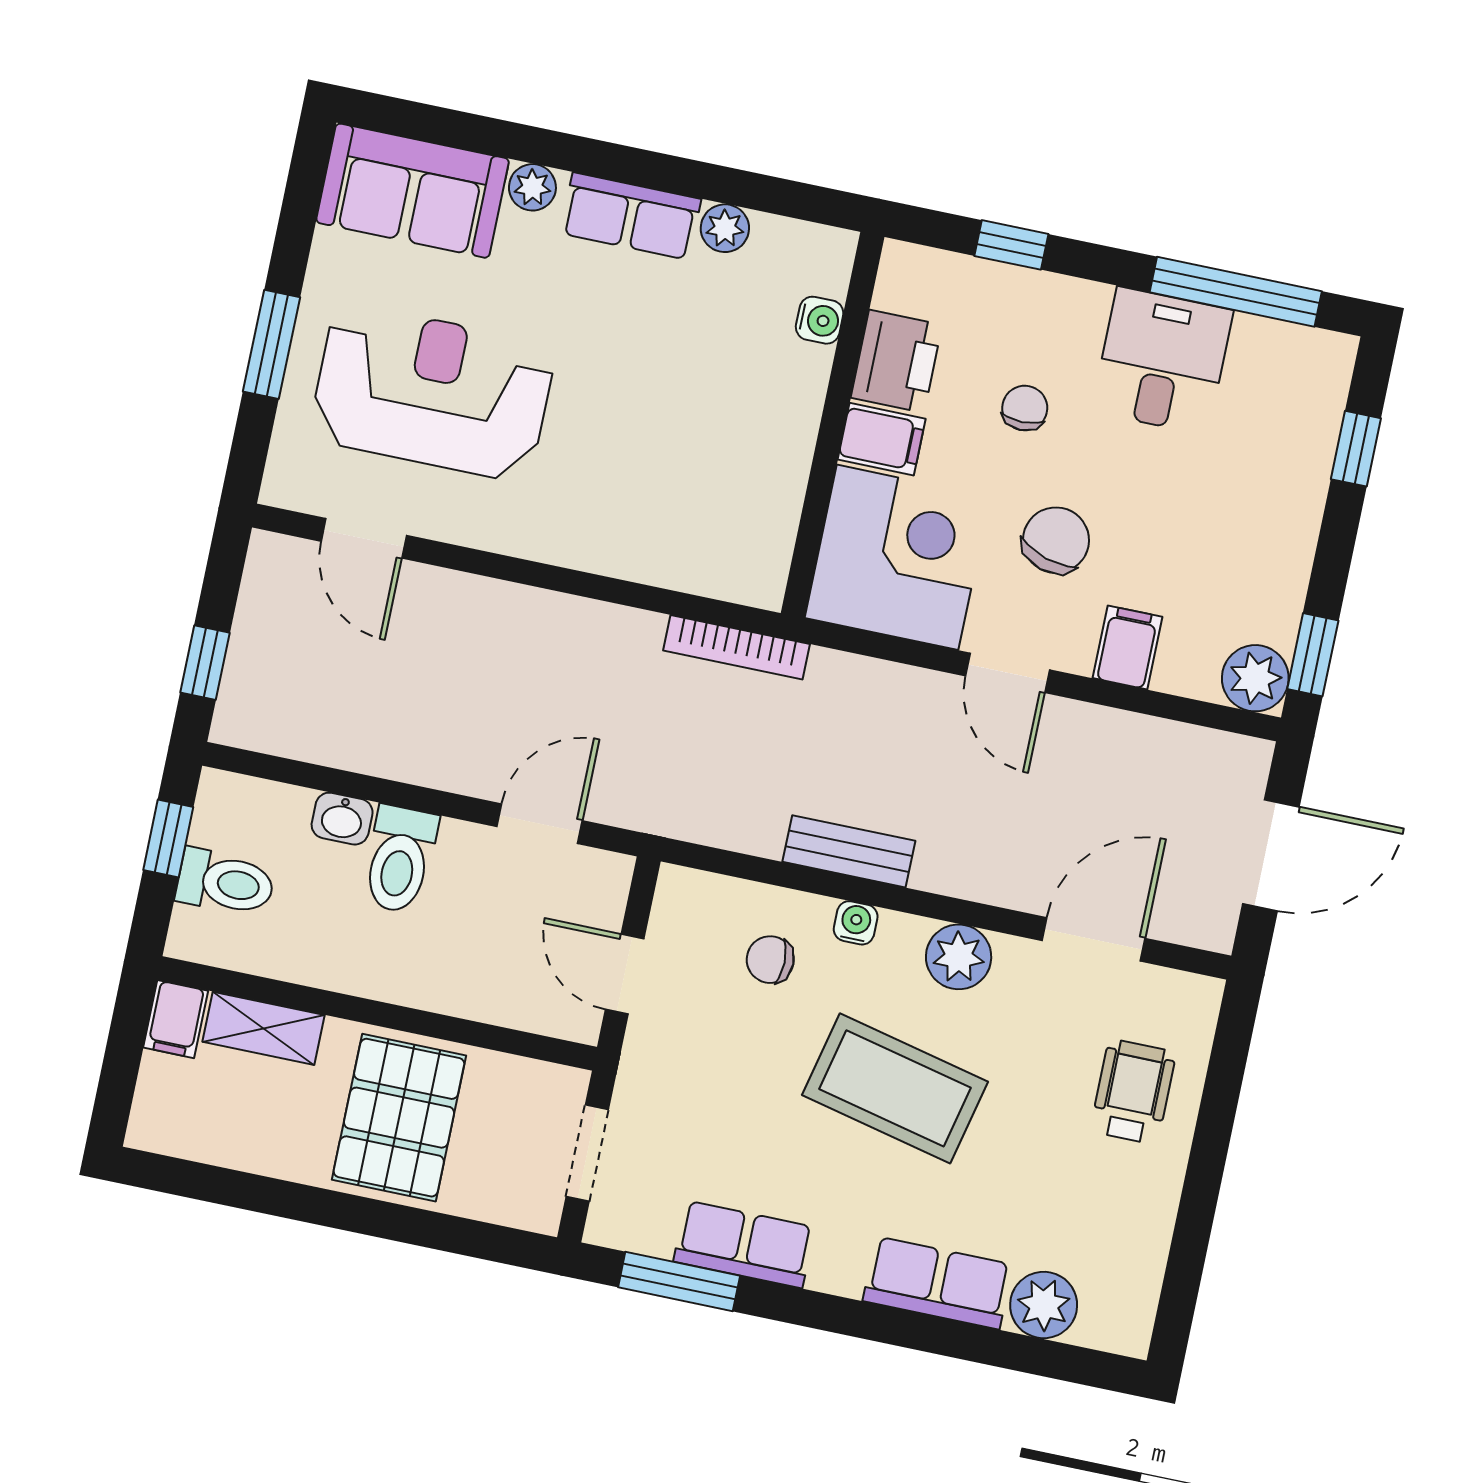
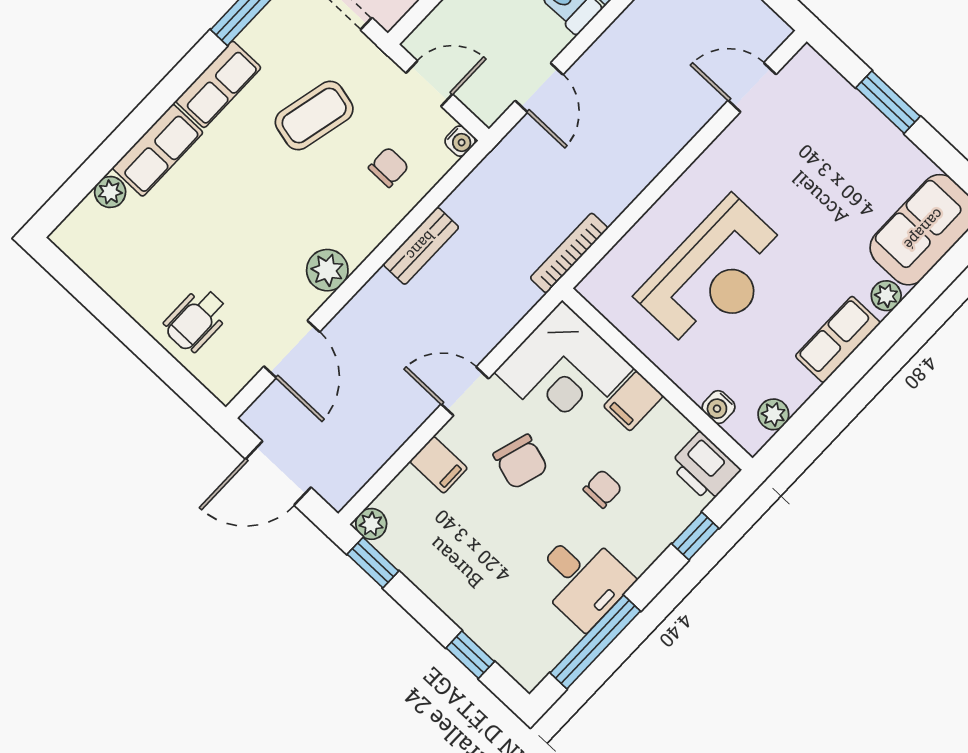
plant: (725, 228) -> (773, 414), moved
printer: (897, 361) -> (705, 467), moved
reception desk: (432, 392) -> (715, 275), moved
chair: (1025, 408) -> (603, 489), turned -90
plant: (1255, 678) -> (371, 524), width x0.73, depth x0.73
door: (1271, 855) -> (278, 473), hinge flipped
water cooler: (856, 923) -> (460, 141), moved
coffee table: (895, 1088) -> (314, 116), moved, width x0.73, depth x0.76
wheelchair: (1133, 1092) -> (196, 320), turned 90
row of seats: (744, 1244) -> (218, 84), moved
plant: (1044, 1305) -> (110, 192), width x0.73, depth x0.73

